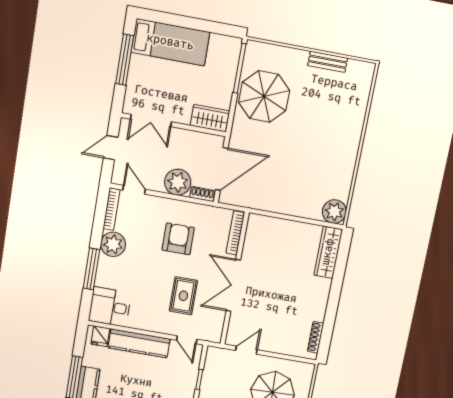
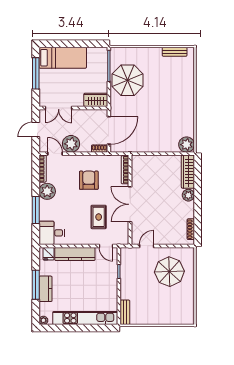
bench: (328, 62) -> (175, 52), moved
plant: (178, 182) -> (71, 144), moved
plant: (322, 287) -> (188, 195), added

